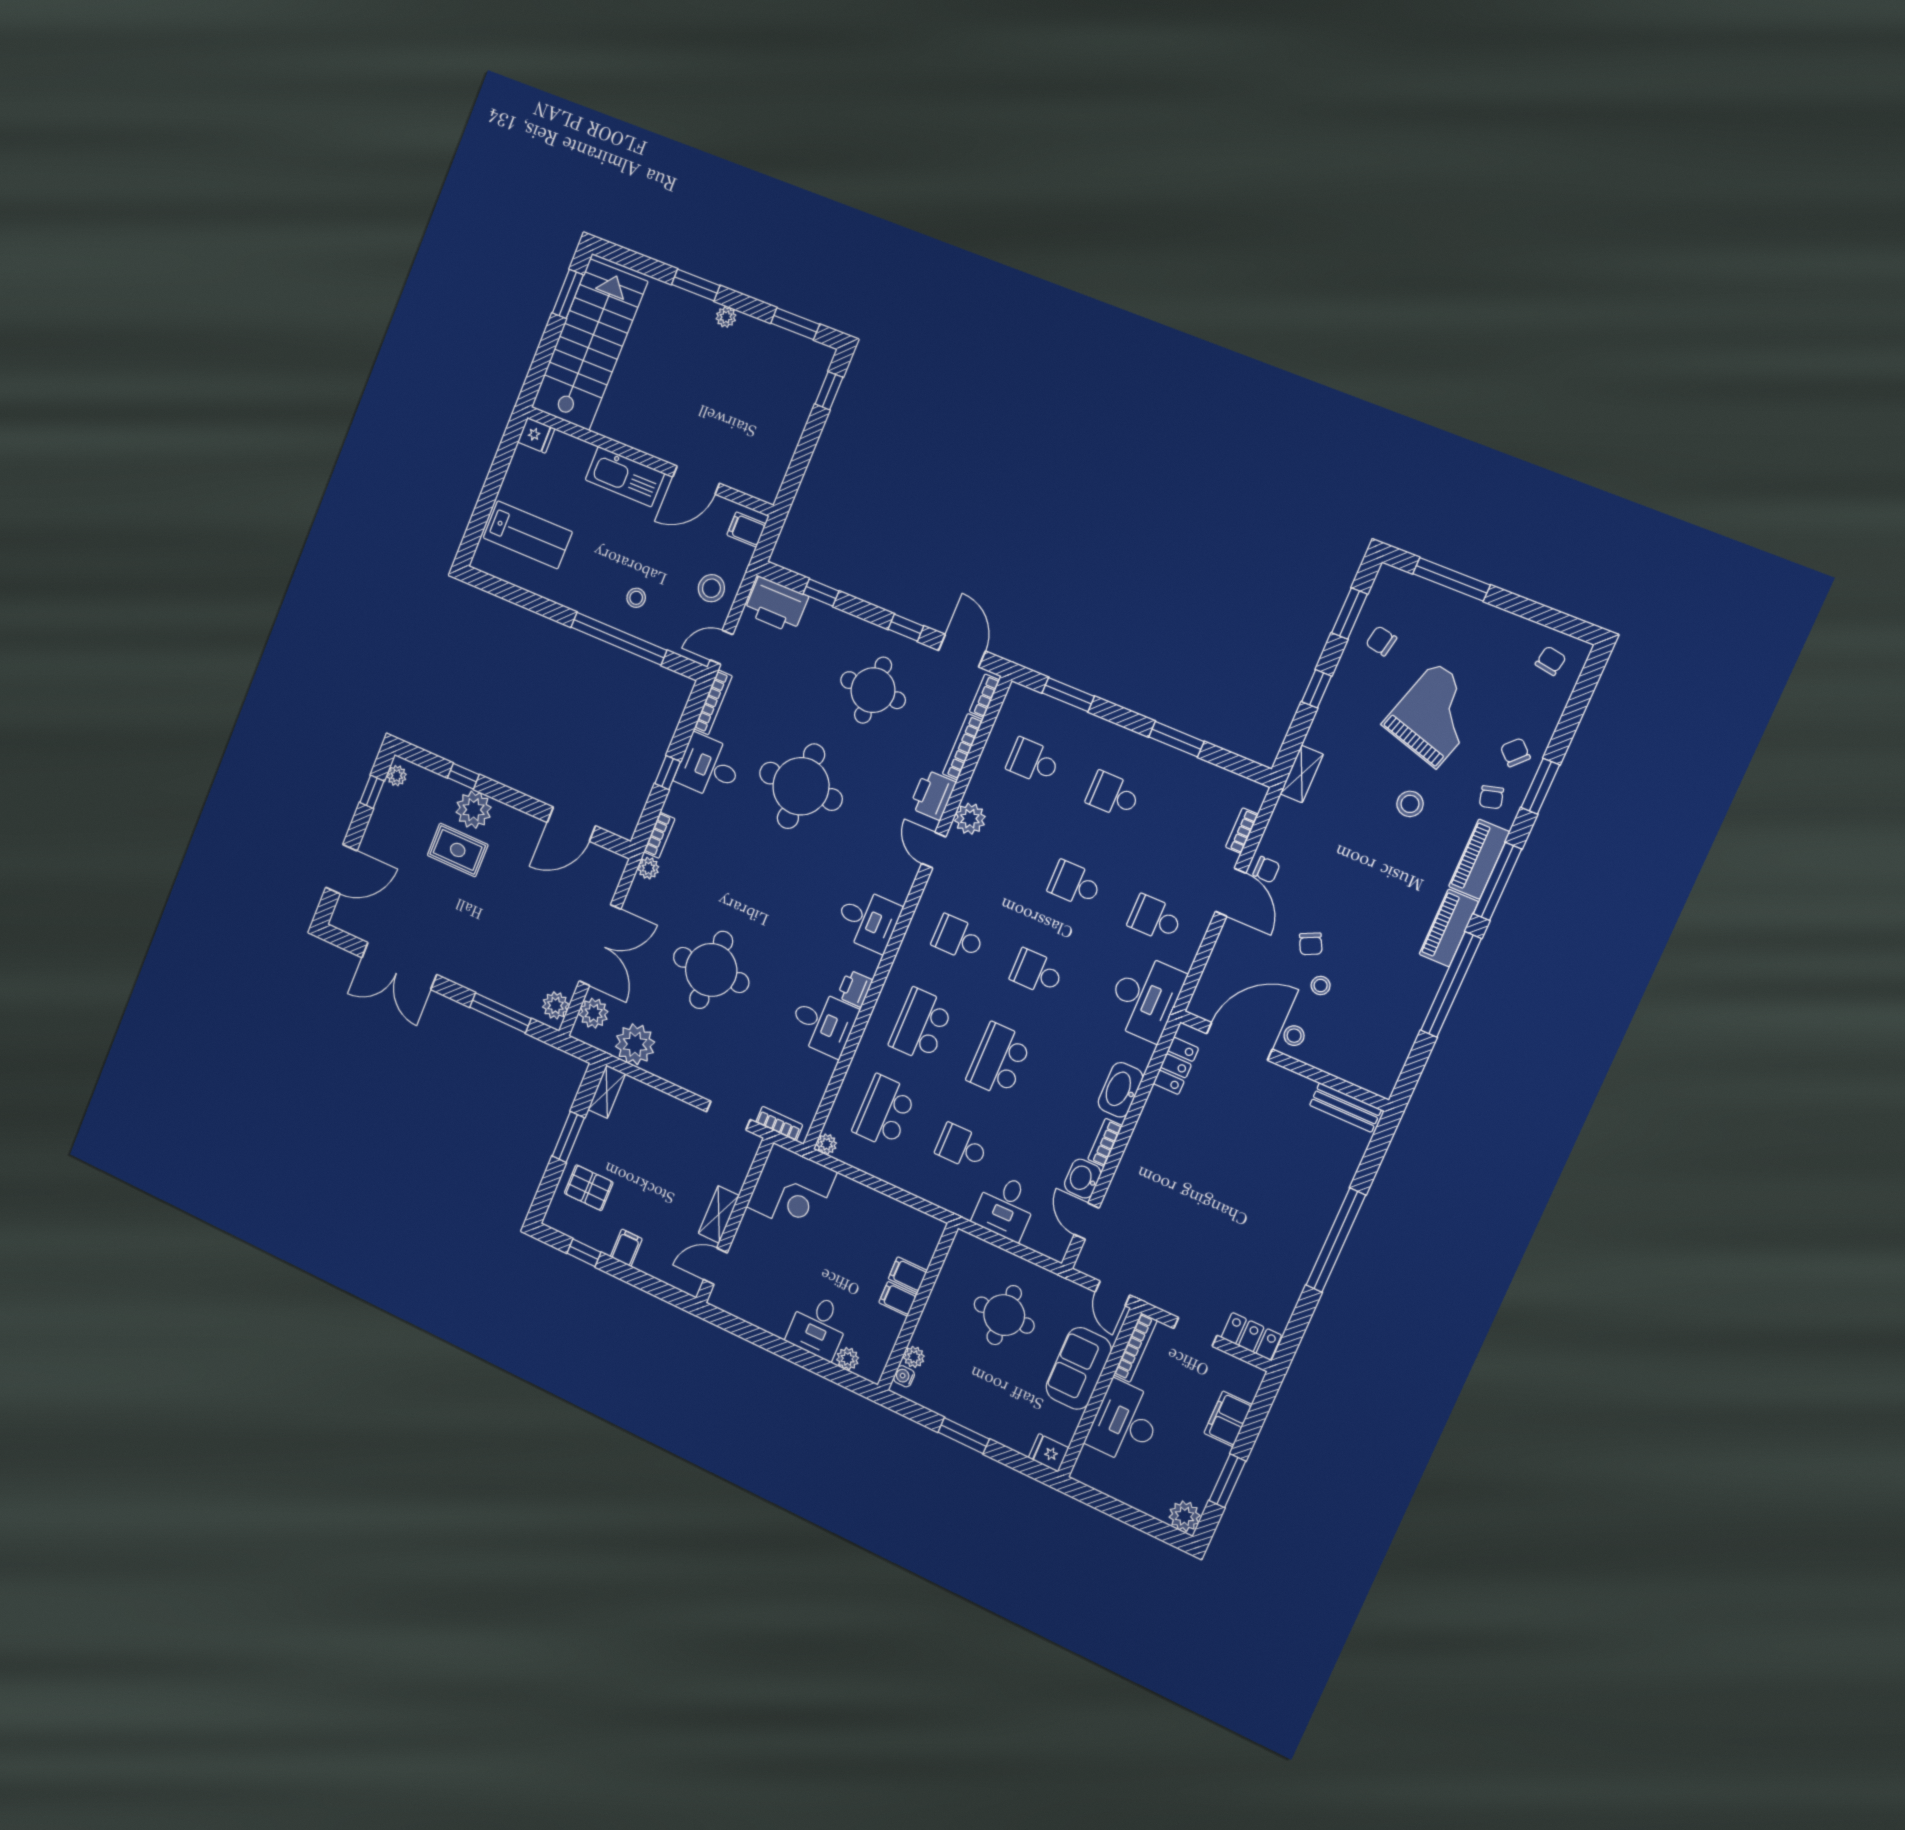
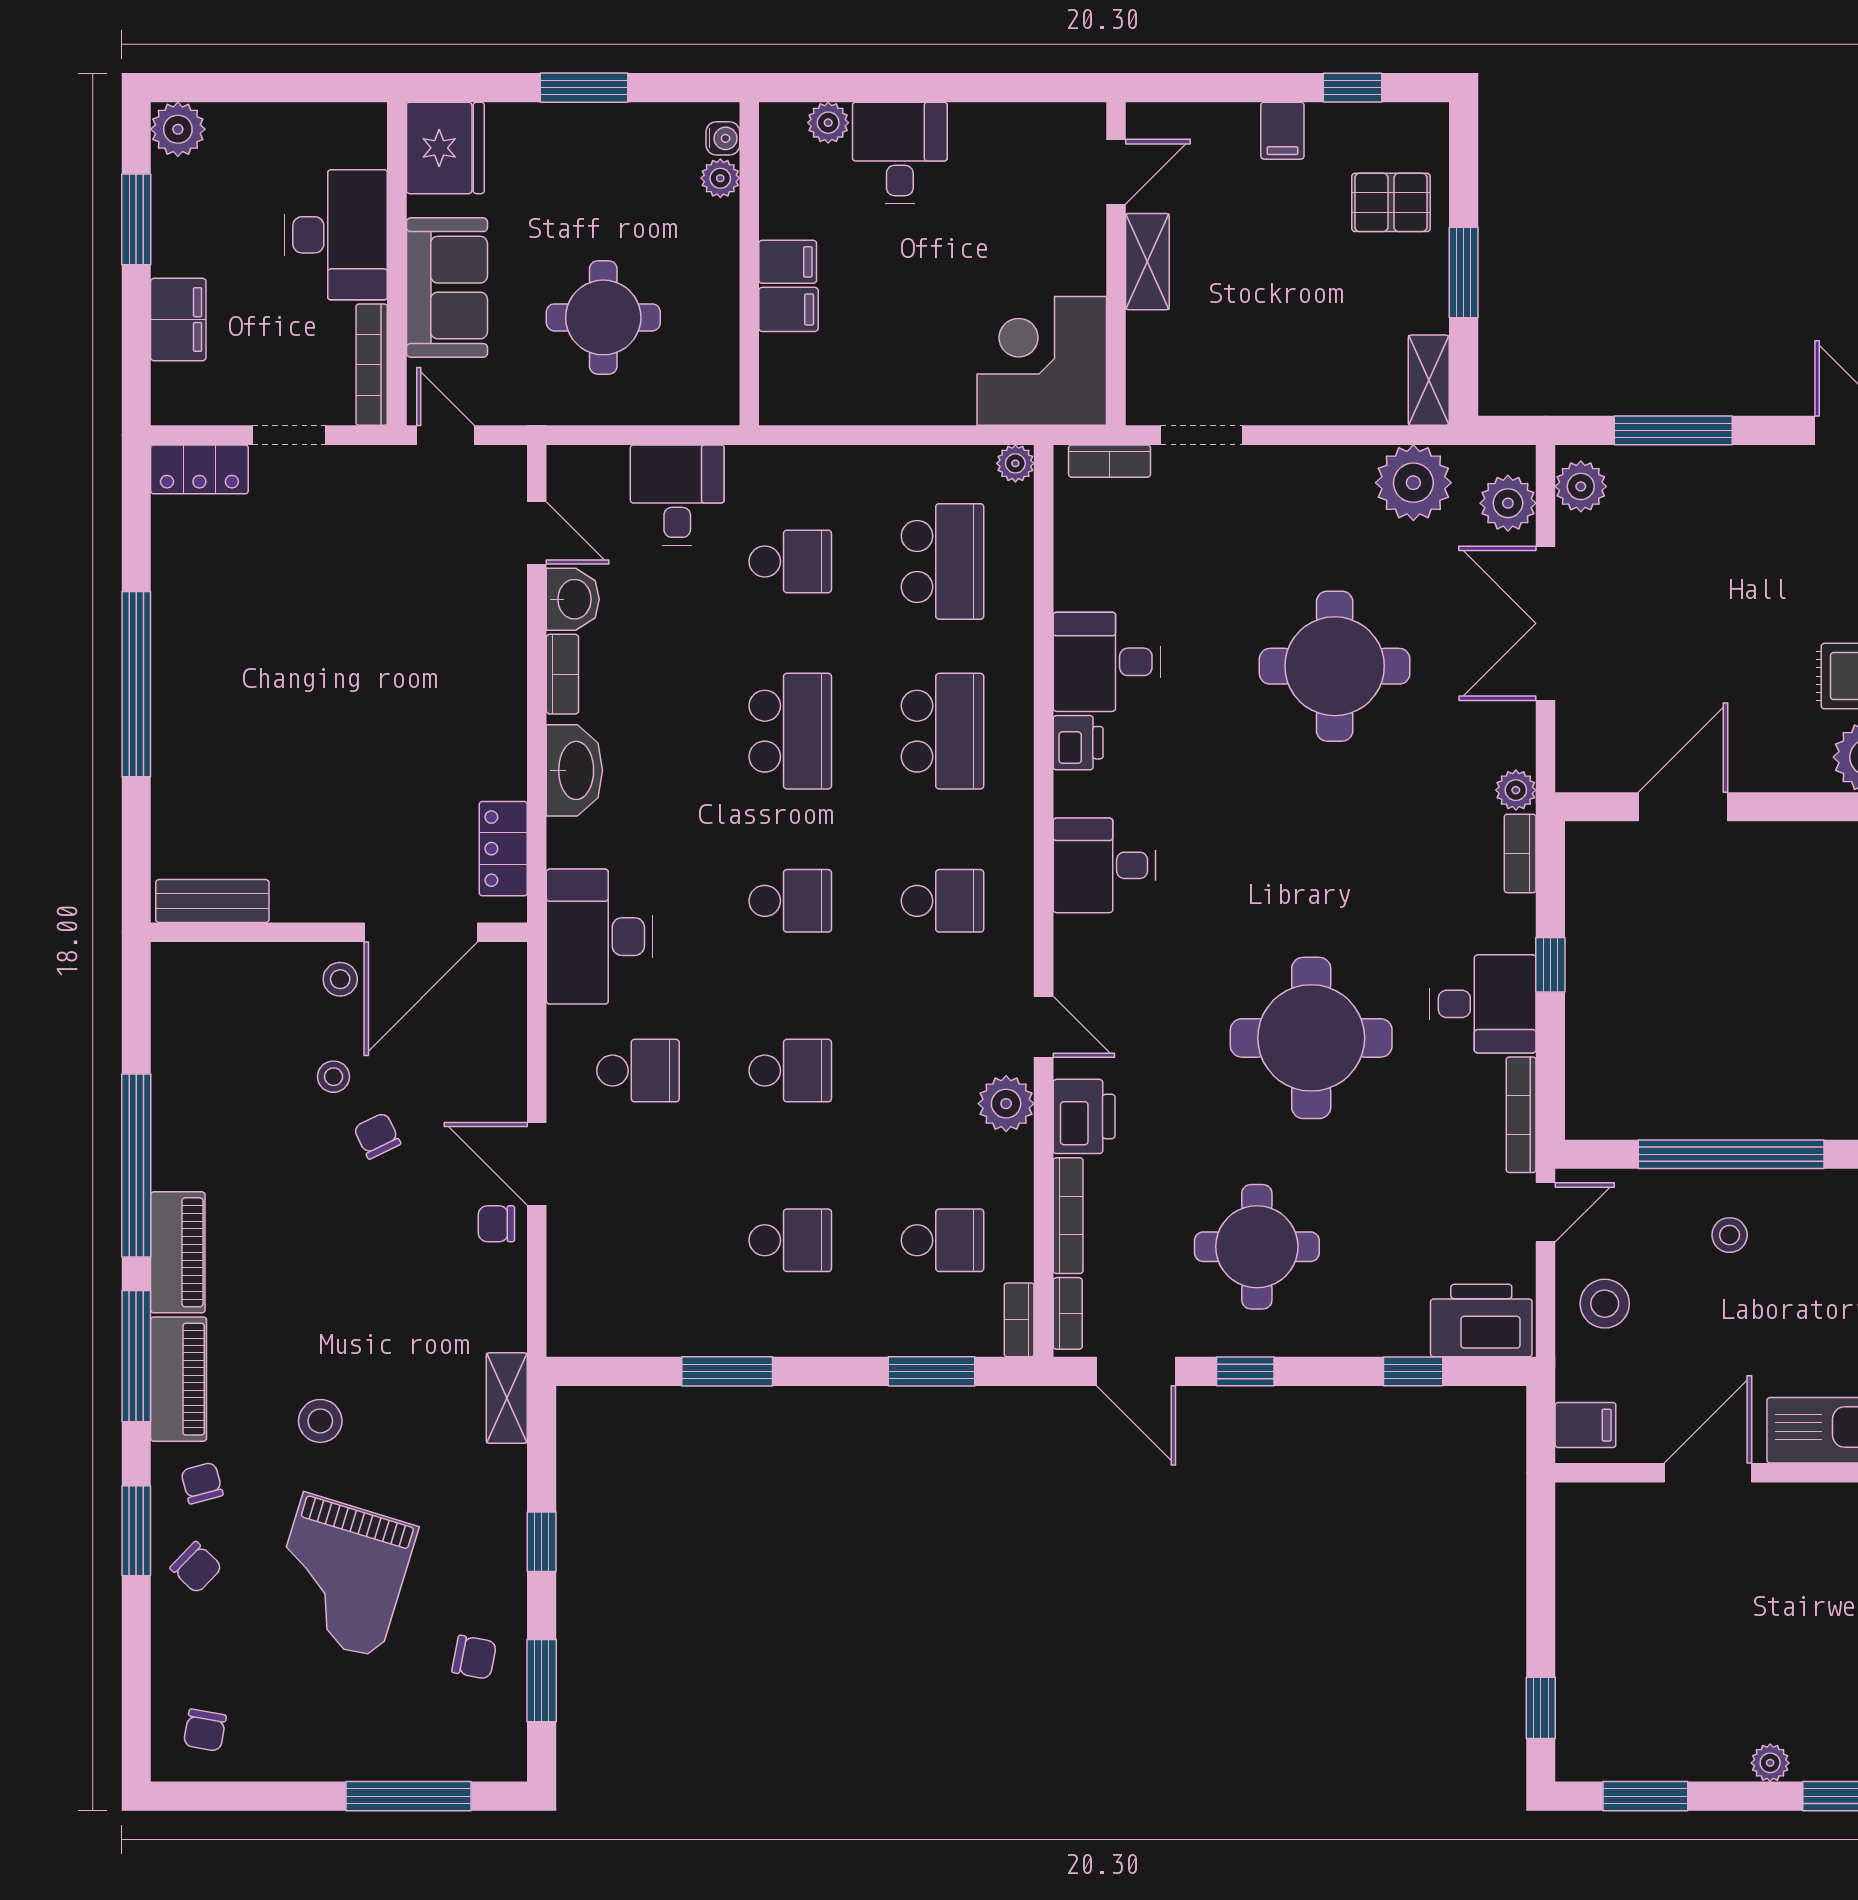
bookcase: (1242, 831) -> (1019, 1320), moved, turned 180
fridge: (1049, 1453) -> (445, 148), width x1.88, depth x1.34

